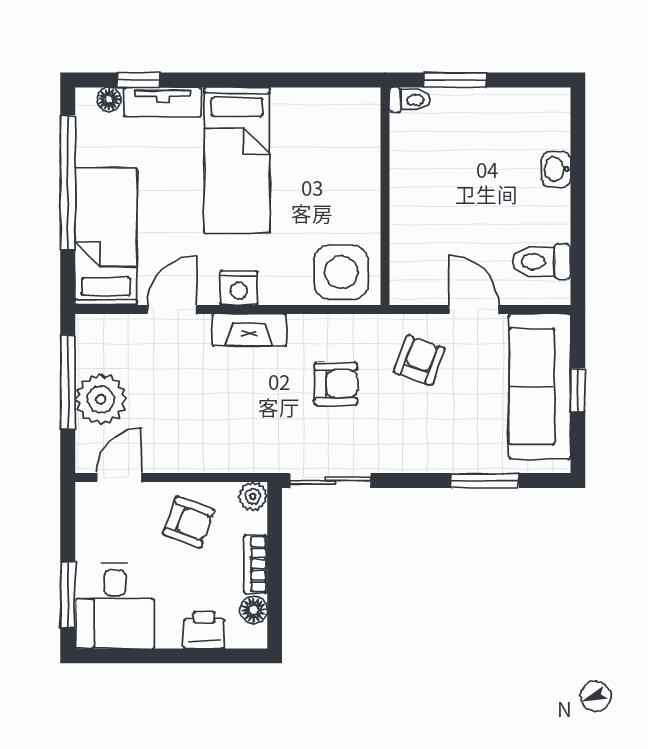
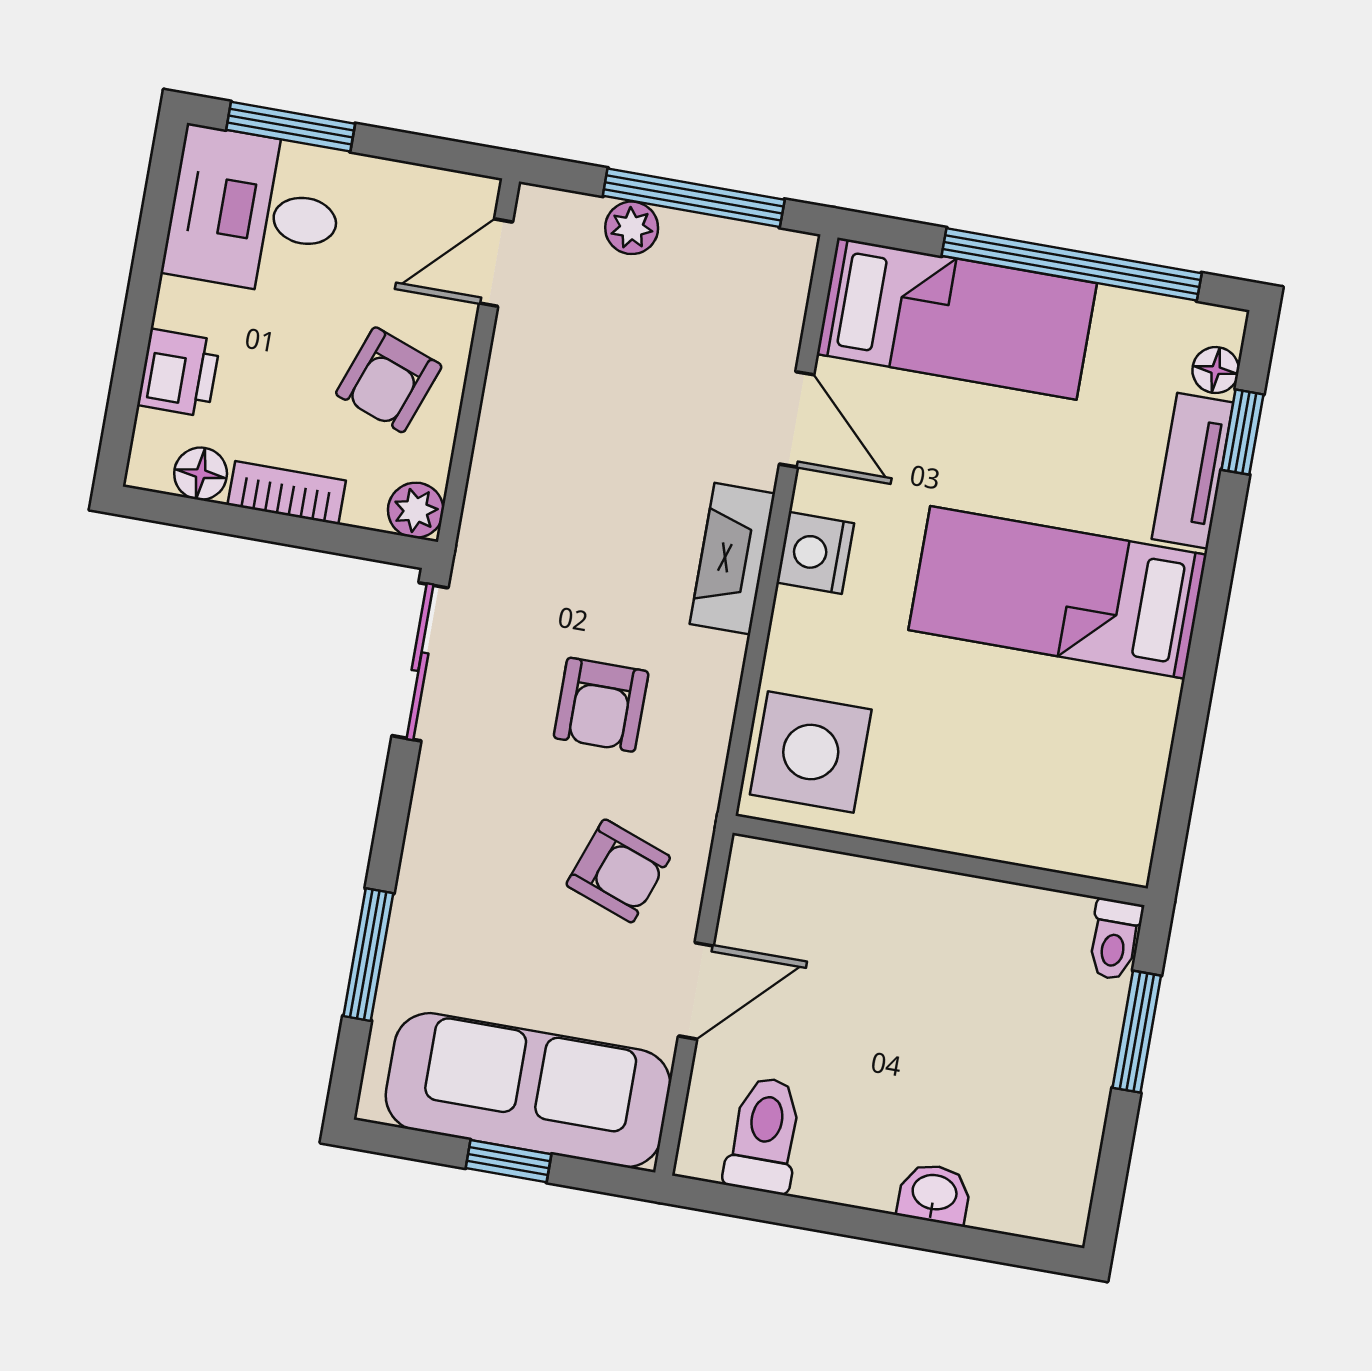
plant: (101, 399) -> (632, 228), width x0.53, depth x0.53
door: (119, 478) -> (496, 263), swing flipped

